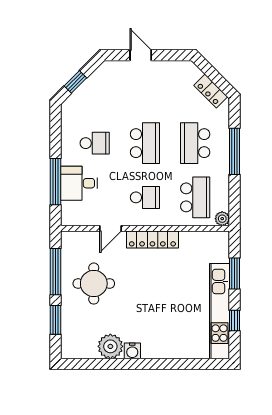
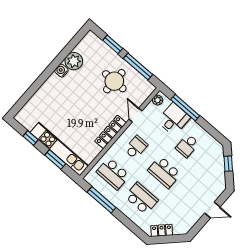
window: (235, 151) -> (101, 200), moved
school desk: (145, 197) -> (136, 147), turned 180
plant: (222, 219) -> (158, 100), moved
kitchen unit: (220, 311) -> (59, 149), moved

